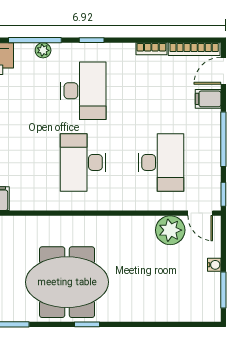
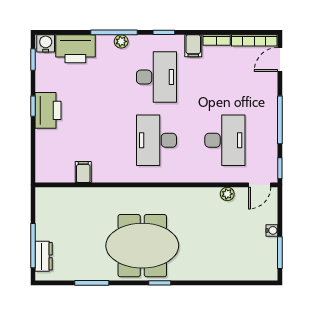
filing cabinet: (208, 99) -> (193, 46), moved, turned -90
door: (200, 213) -> (260, 185), hinge flipped
plant: (170, 230) -> (227, 194), width x0.53, depth x0.53

